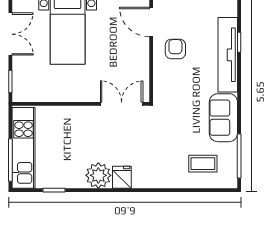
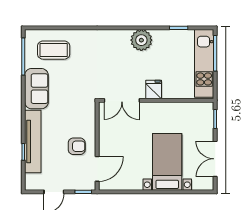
door: (151, 22) -> (97, 169), hinge flipped
armchair: (175, 49) -> (77, 146), turned -90
coffee table: (203, 164) -> (54, 50), width x1.36, depth x1.30
fridge: (122, 177) -> (154, 90), moved, turned 180

